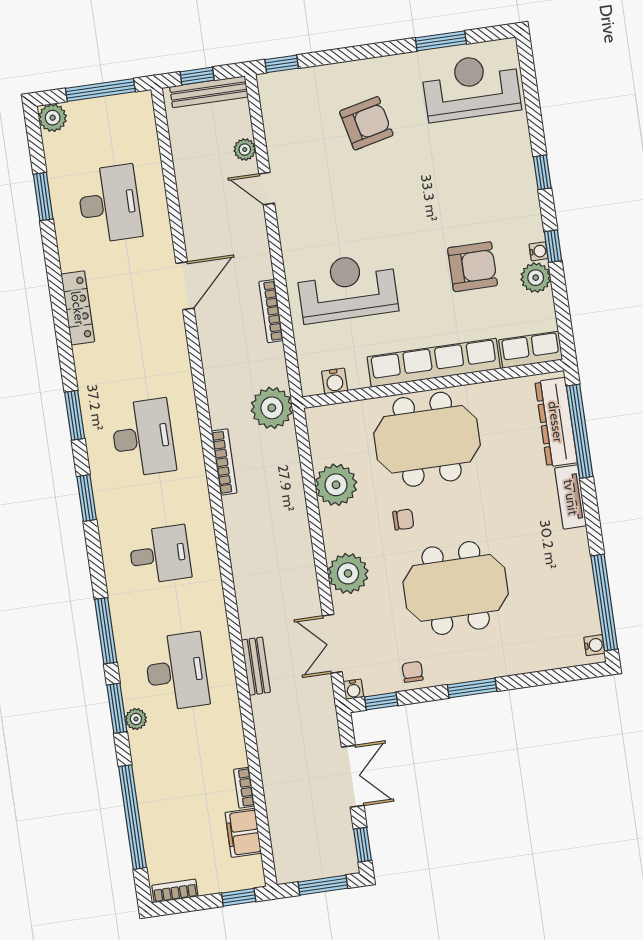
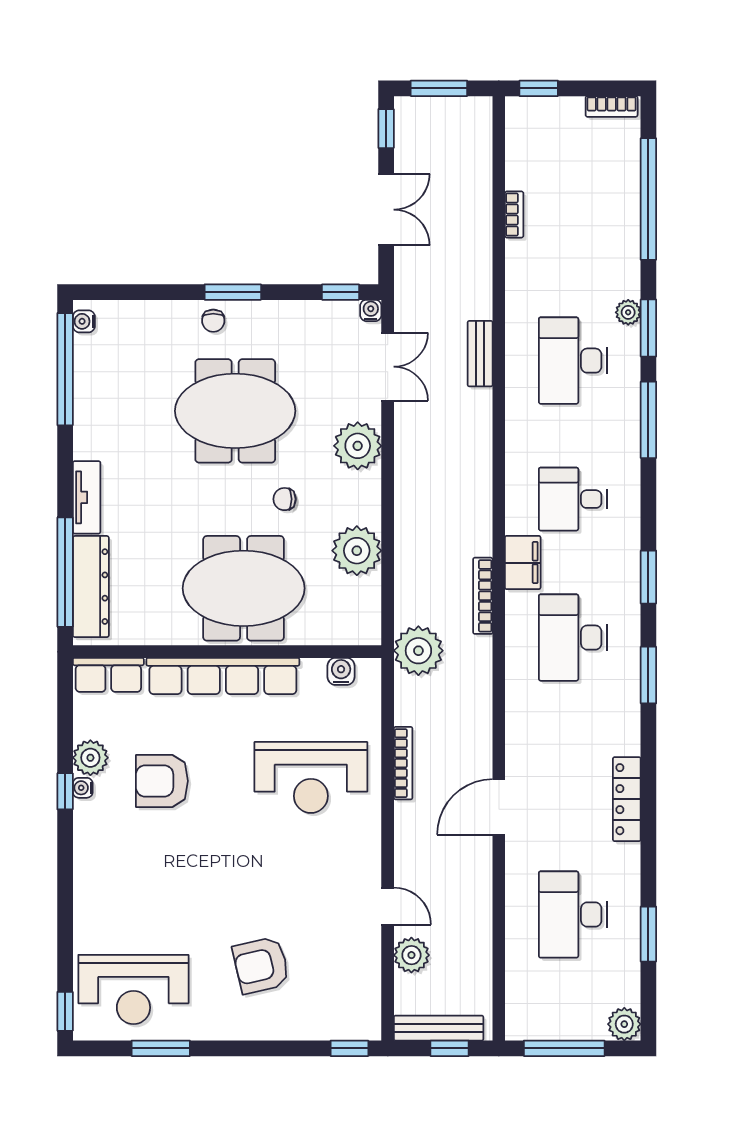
plant: (245, 149) -> (411, 955), width x1.38, depth x1.38
window: (542, 172) -> (65, 1011), moved
chair: (413, 672) -> (213, 321), moved
double door: (353, 776) -> (386, 210), swing flipped
filing cabinet: (243, 833) -> (523, 563), moved

